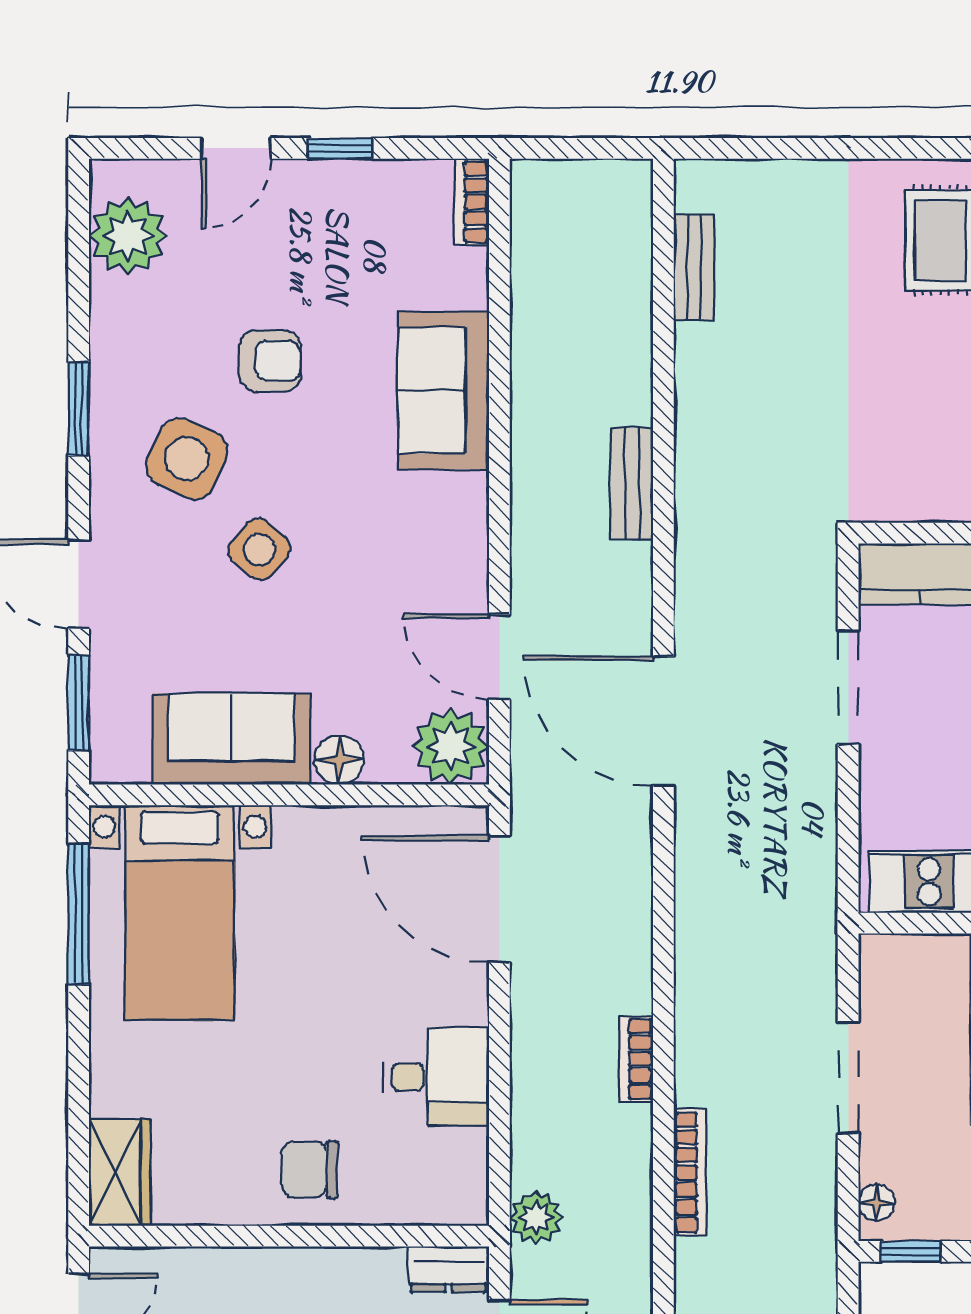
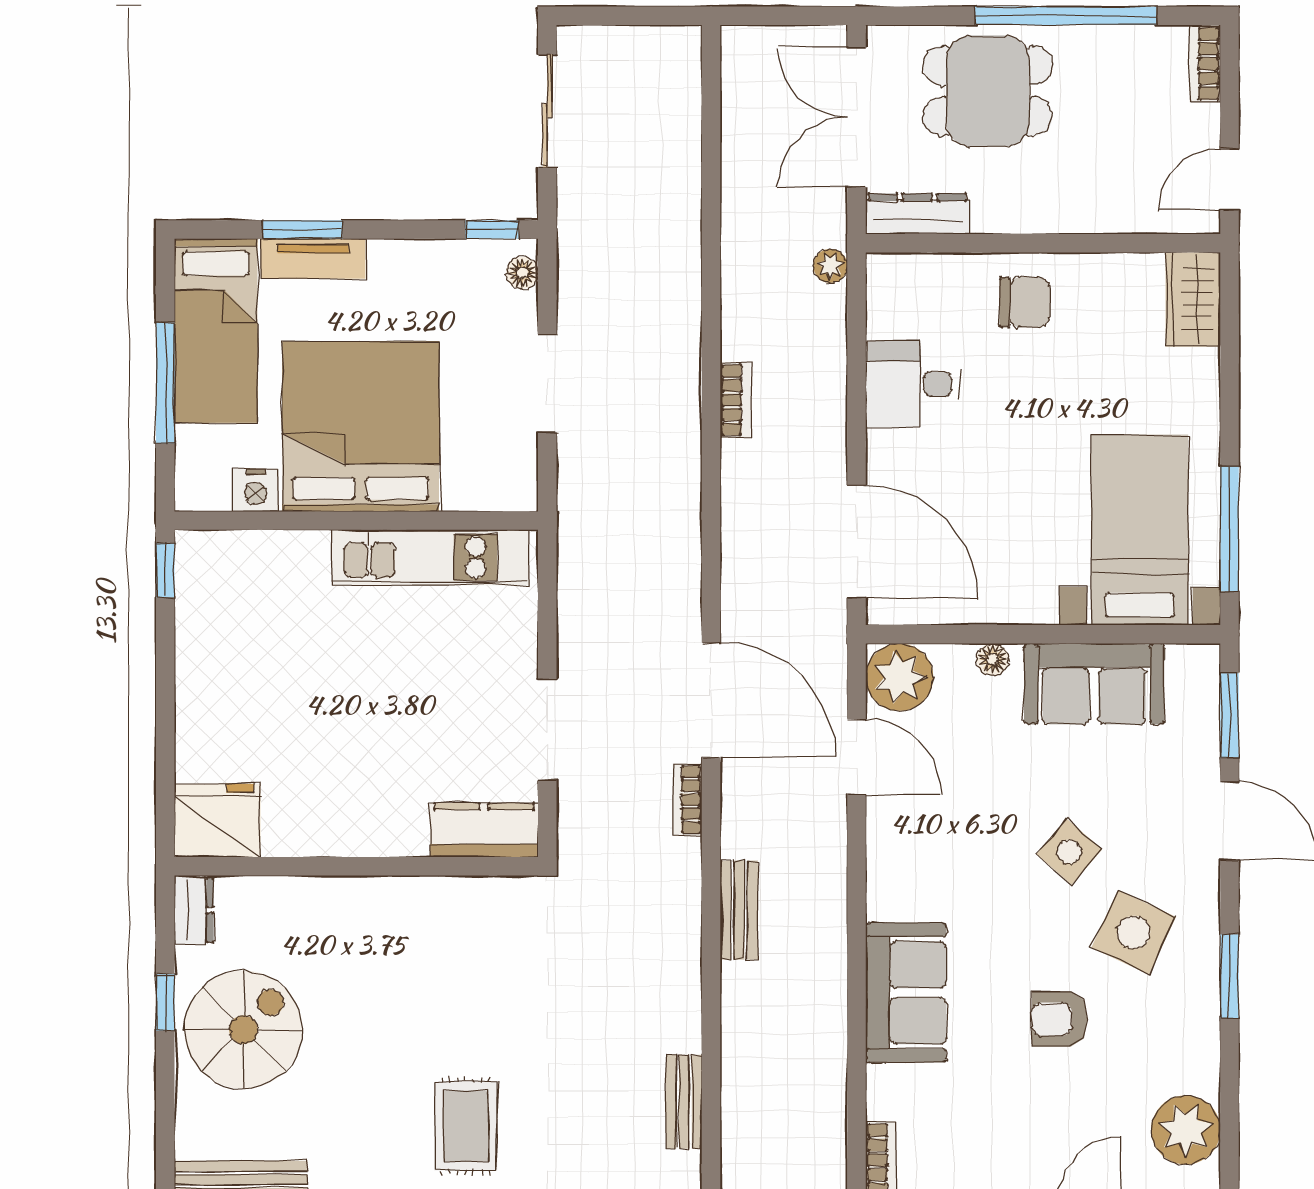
floor lamp: (339, 760) -> (993, 659), width x0.73, depth x0.73
bookcase: (690, 1172) -> (687, 800), moved, width x0.64
plant: (536, 1218) -> (830, 266), width x0.73, depth x0.73
dresser: (448, 1269) -> (917, 214), width x1.44

